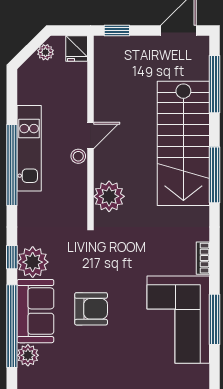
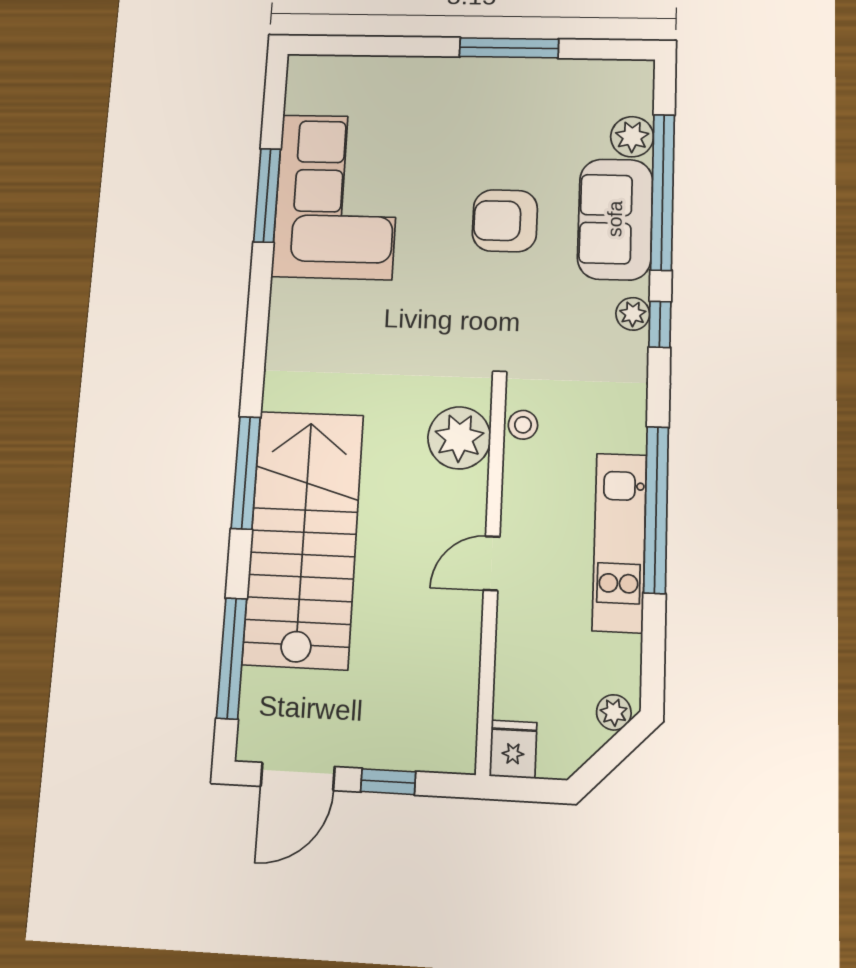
window: (117, 31) -> (388, 782), moved
plant: (45, 52) -> (614, 712), moved
stool: (78, 156) -> (523, 425), moved
bookcase: (203, 258) -> (281, 311), removed
plant: (33, 262) -> (633, 314), width x0.53, depth x0.53

